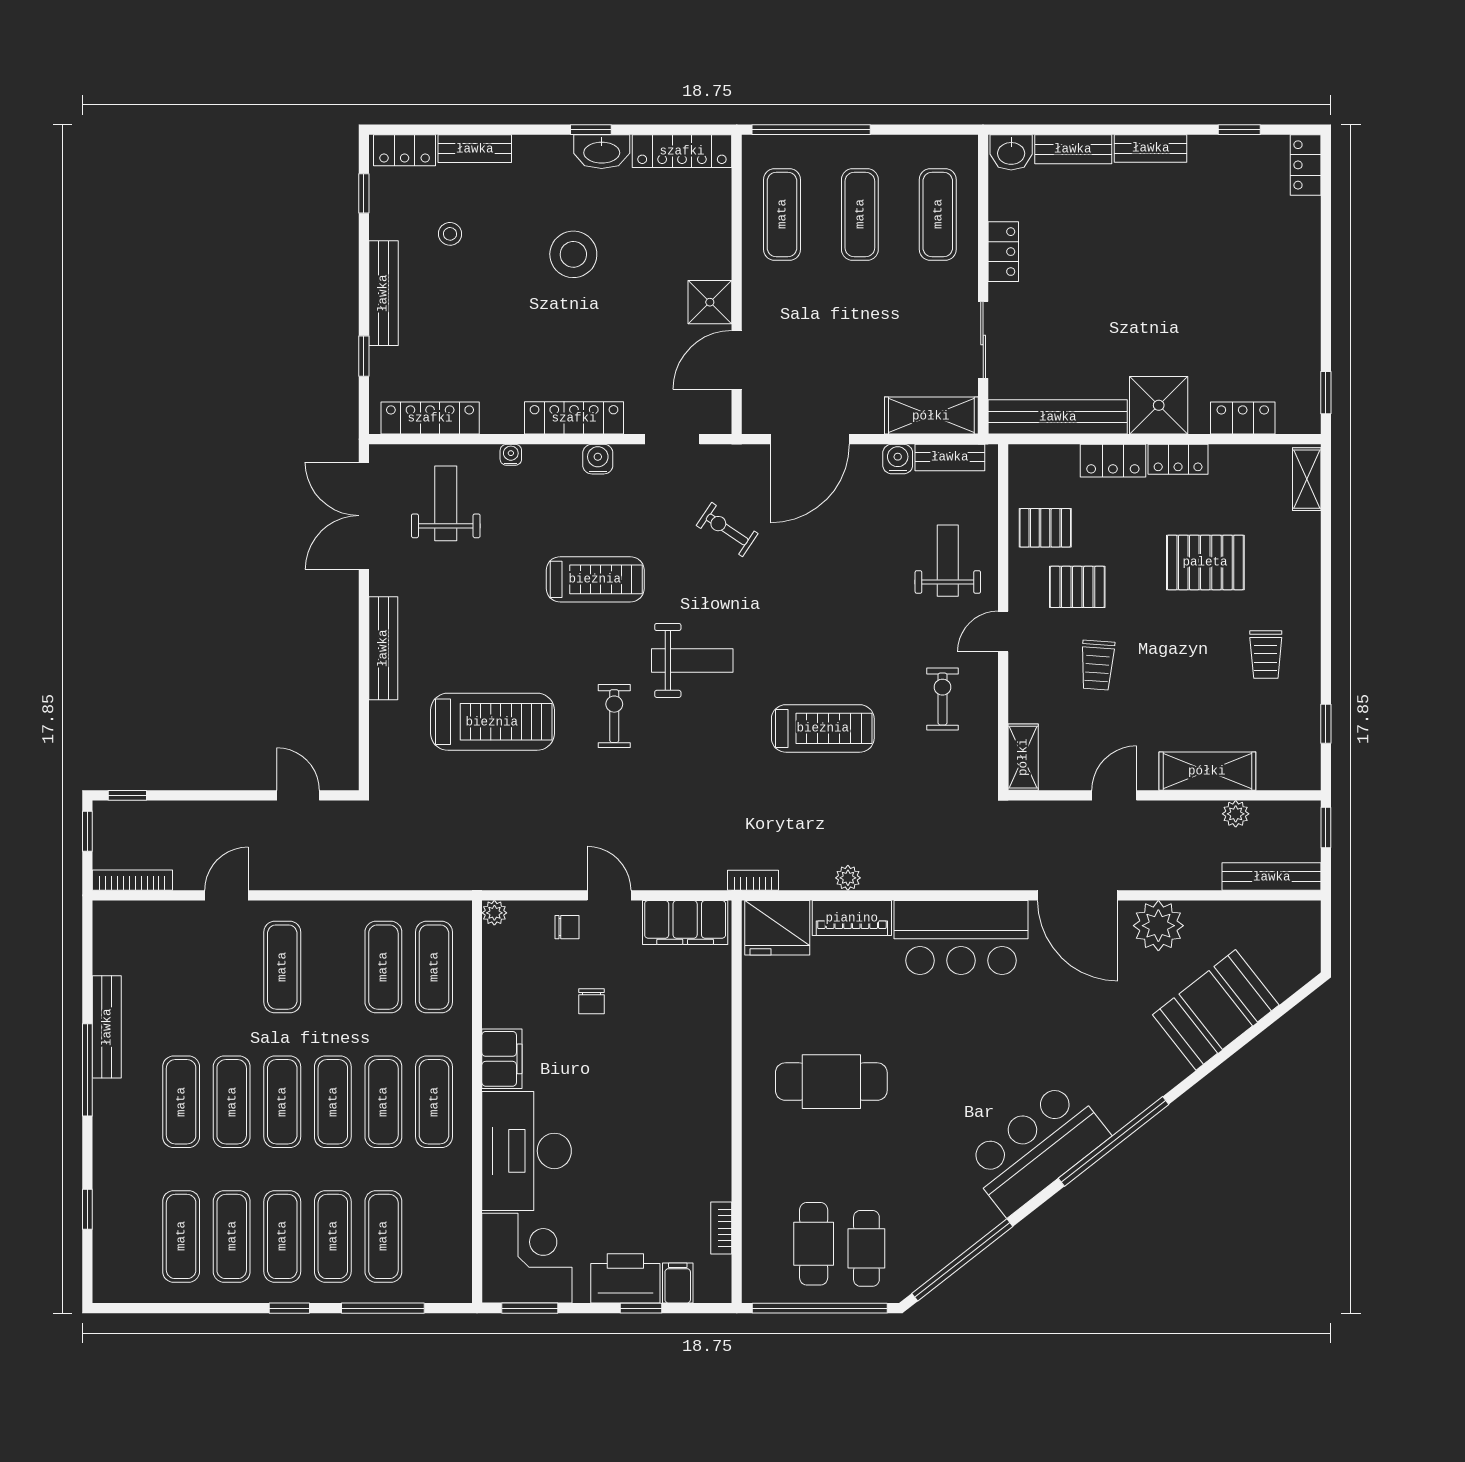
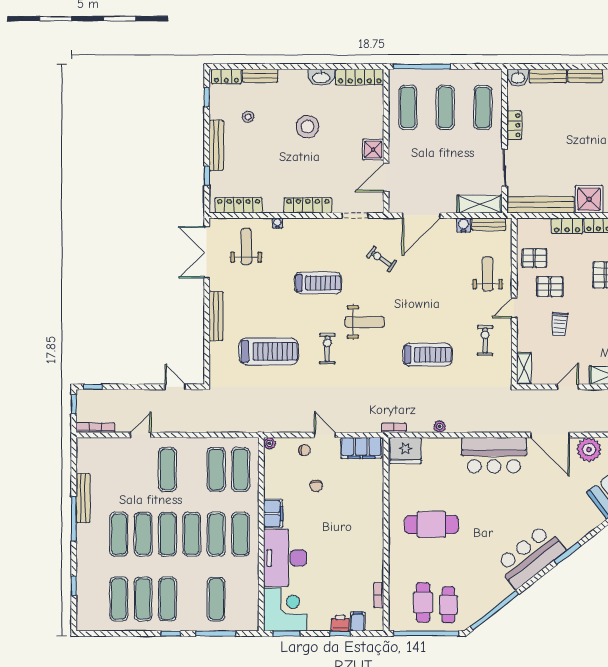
window: (591, 130) -> (316, 67), removed
water cooler: (598, 459) -> (319, 225), removed
piano: (852, 918) -> (441, 446), removed
window: (1114, 1141) -> (567, 553), width x0.47
exercise mat: (333, 1236) -> (192, 599), removed
printer: (625, 1278) -> (340, 623), width x0.53, depth x0.68

